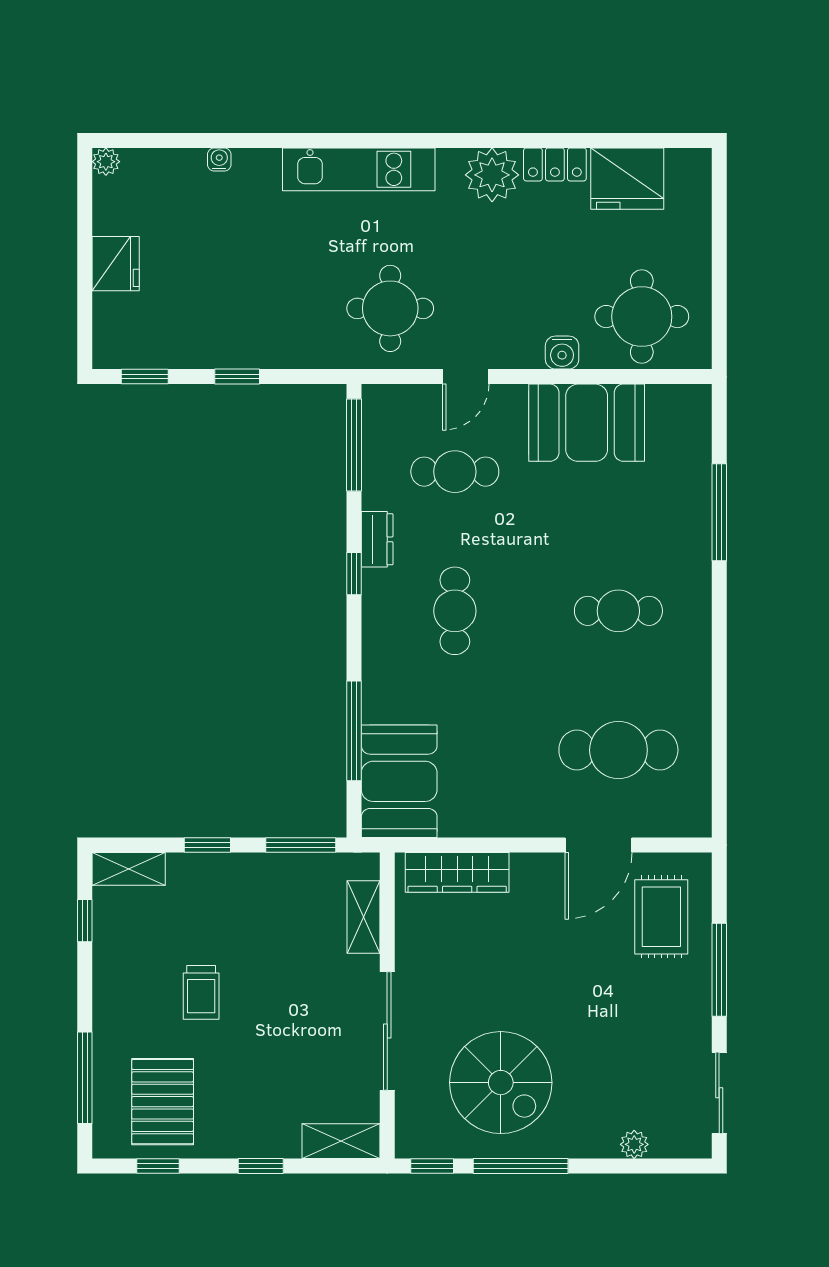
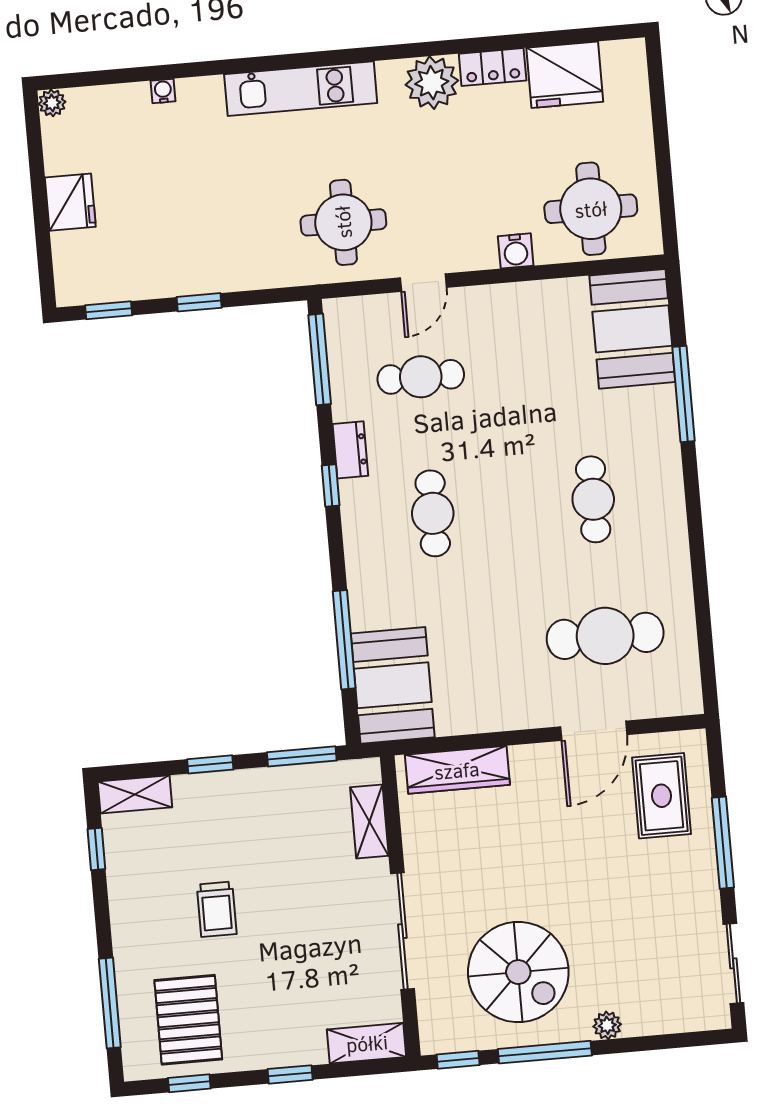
booth: (587, 423) -> (632, 329), moved, turned 90
cafe table: (618, 611) -> (593, 499), turned 90
plant: (634, 1144) -> (607, 1025), moved

